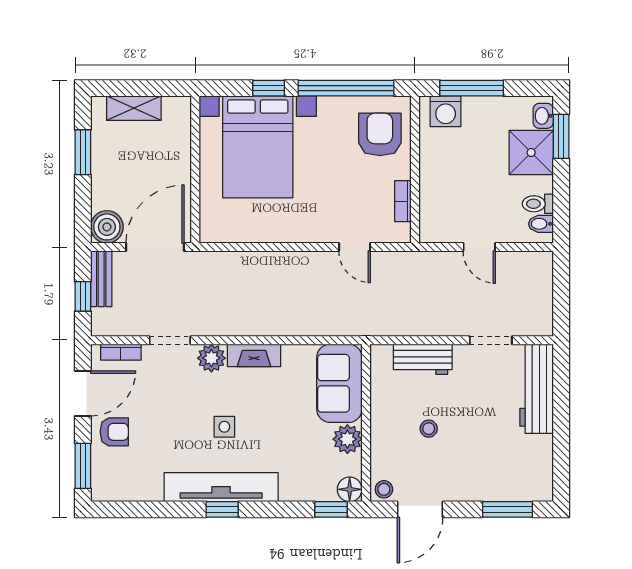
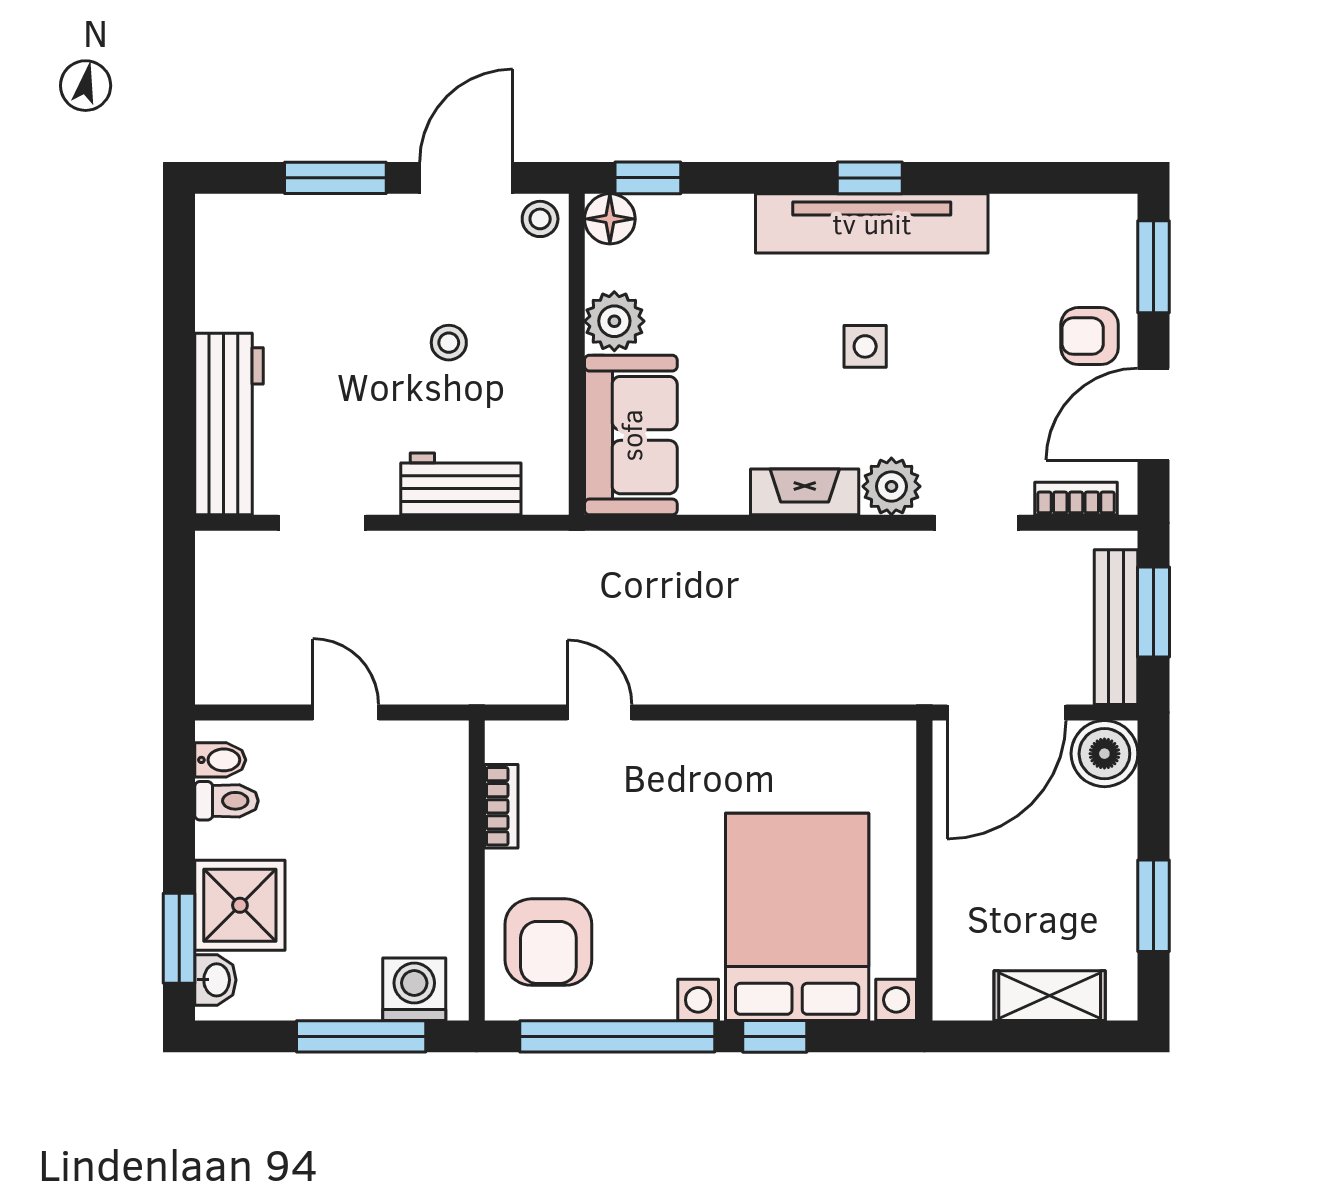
bench: (101, 279) -> (1116, 627), width x1.36
window: (83, 296) -> (1154, 612), width x1.50
window: (508, 509) -> (335, 178), moved

